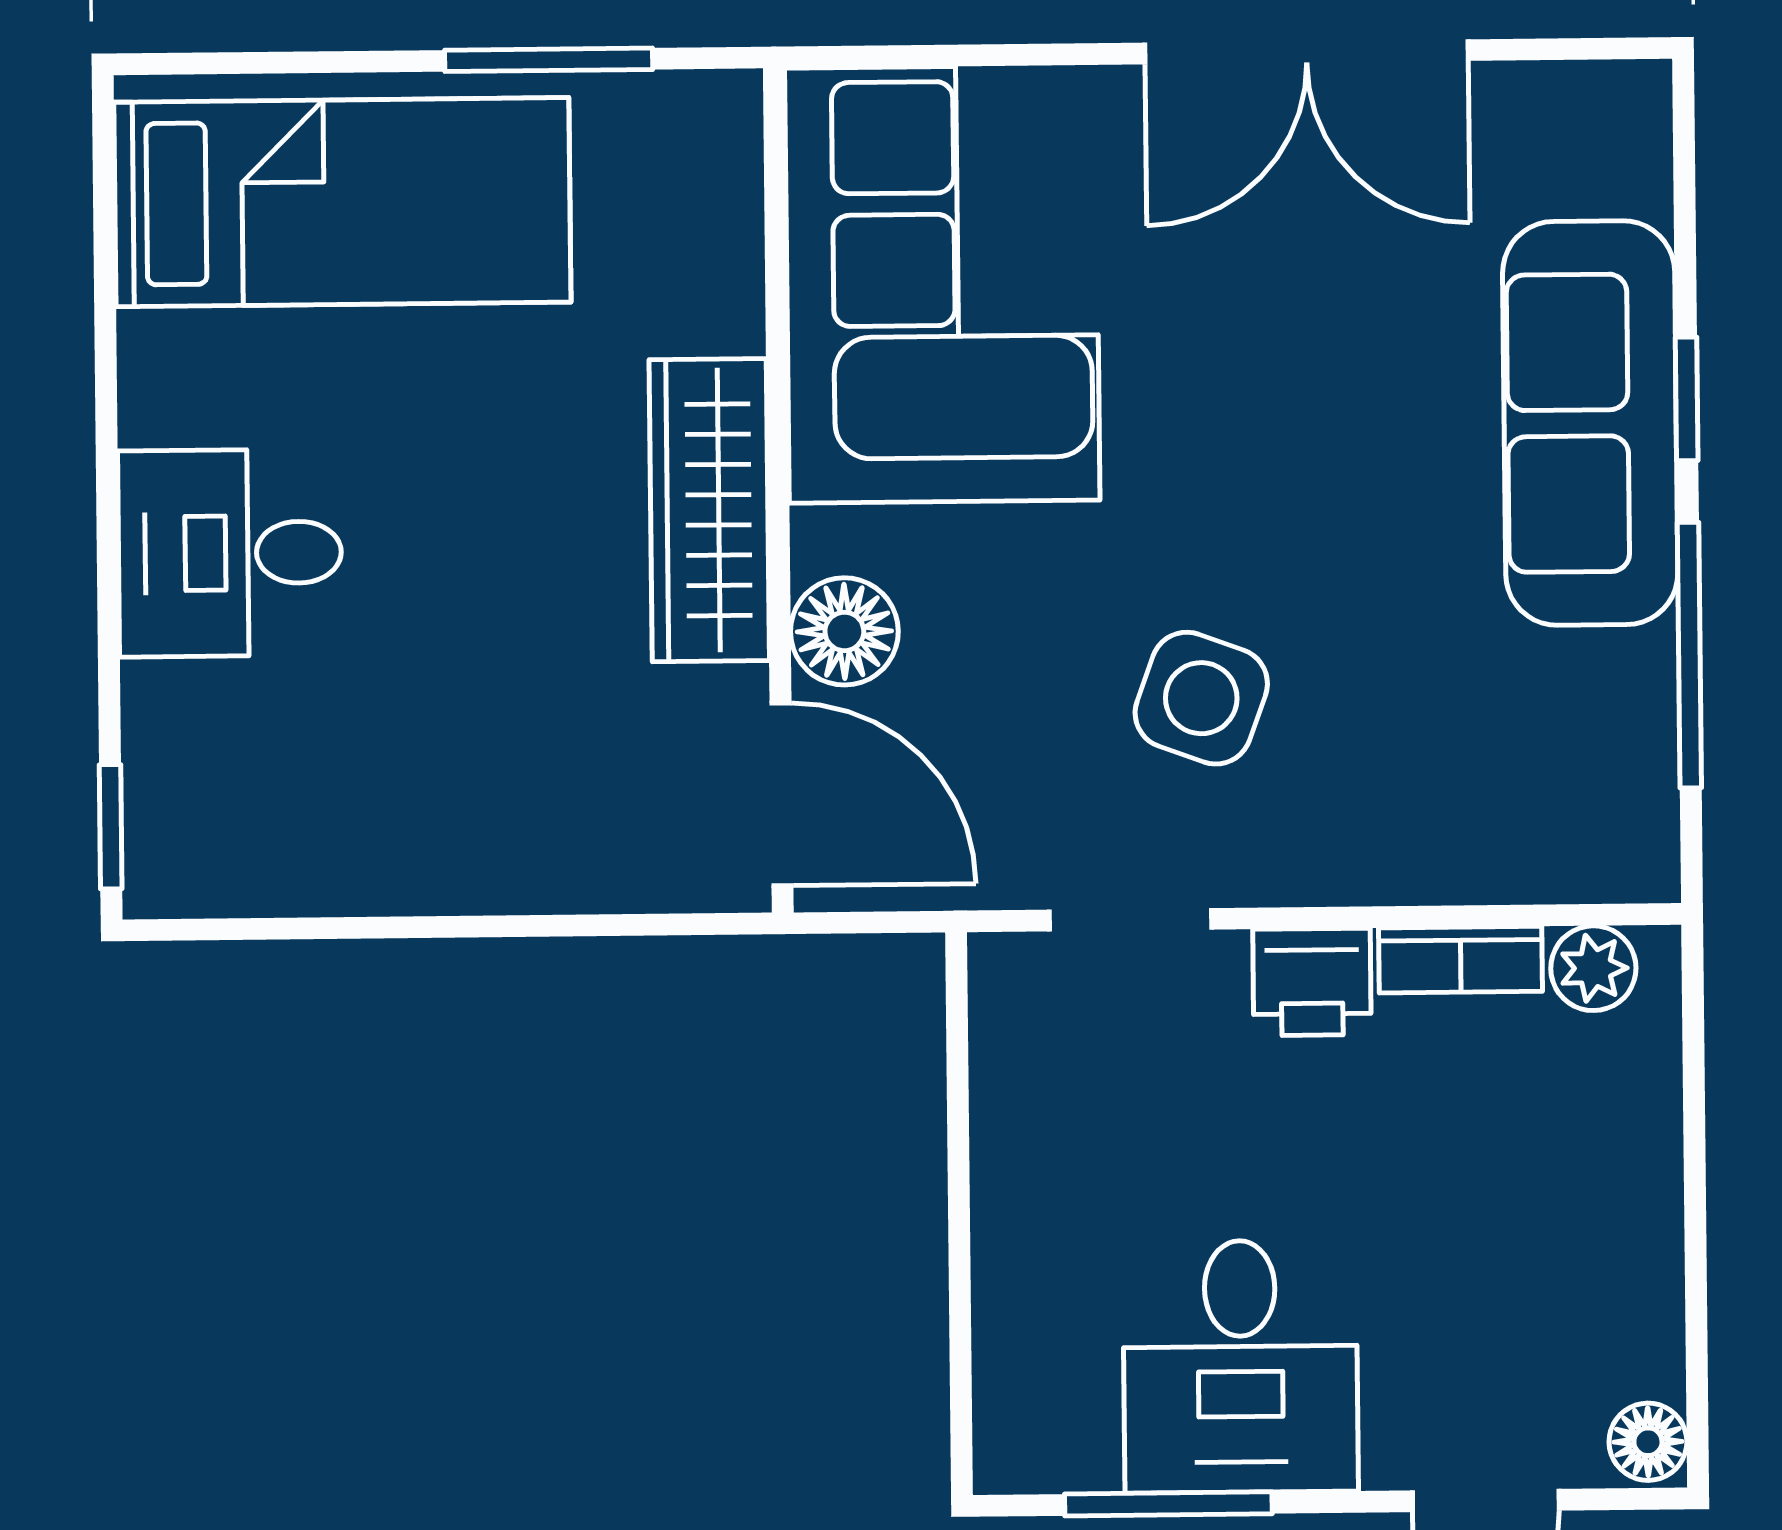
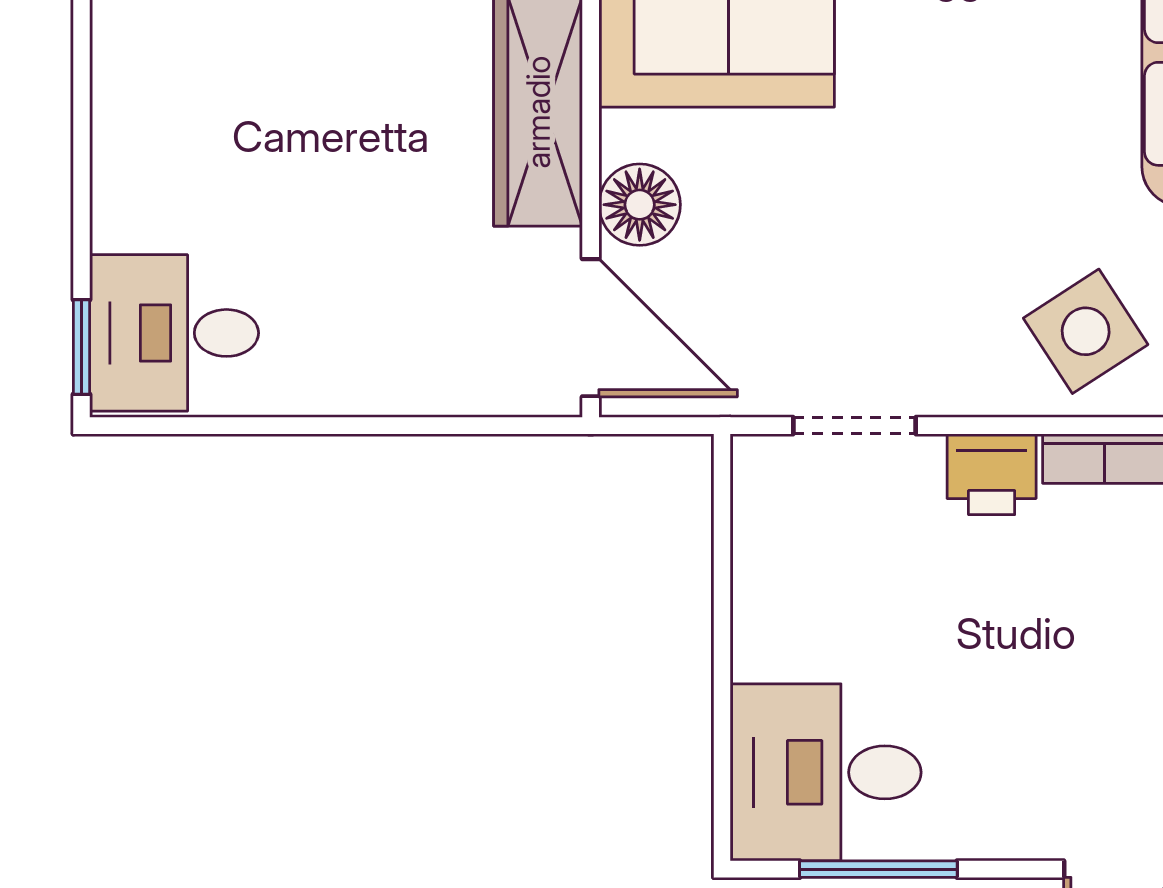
desk: (230, 553) -> (174, 333), moved
side table: (1201, 698) -> (1086, 331), moved, turned 37
desk: (1240, 1366) -> (826, 772), moved, turned 90

